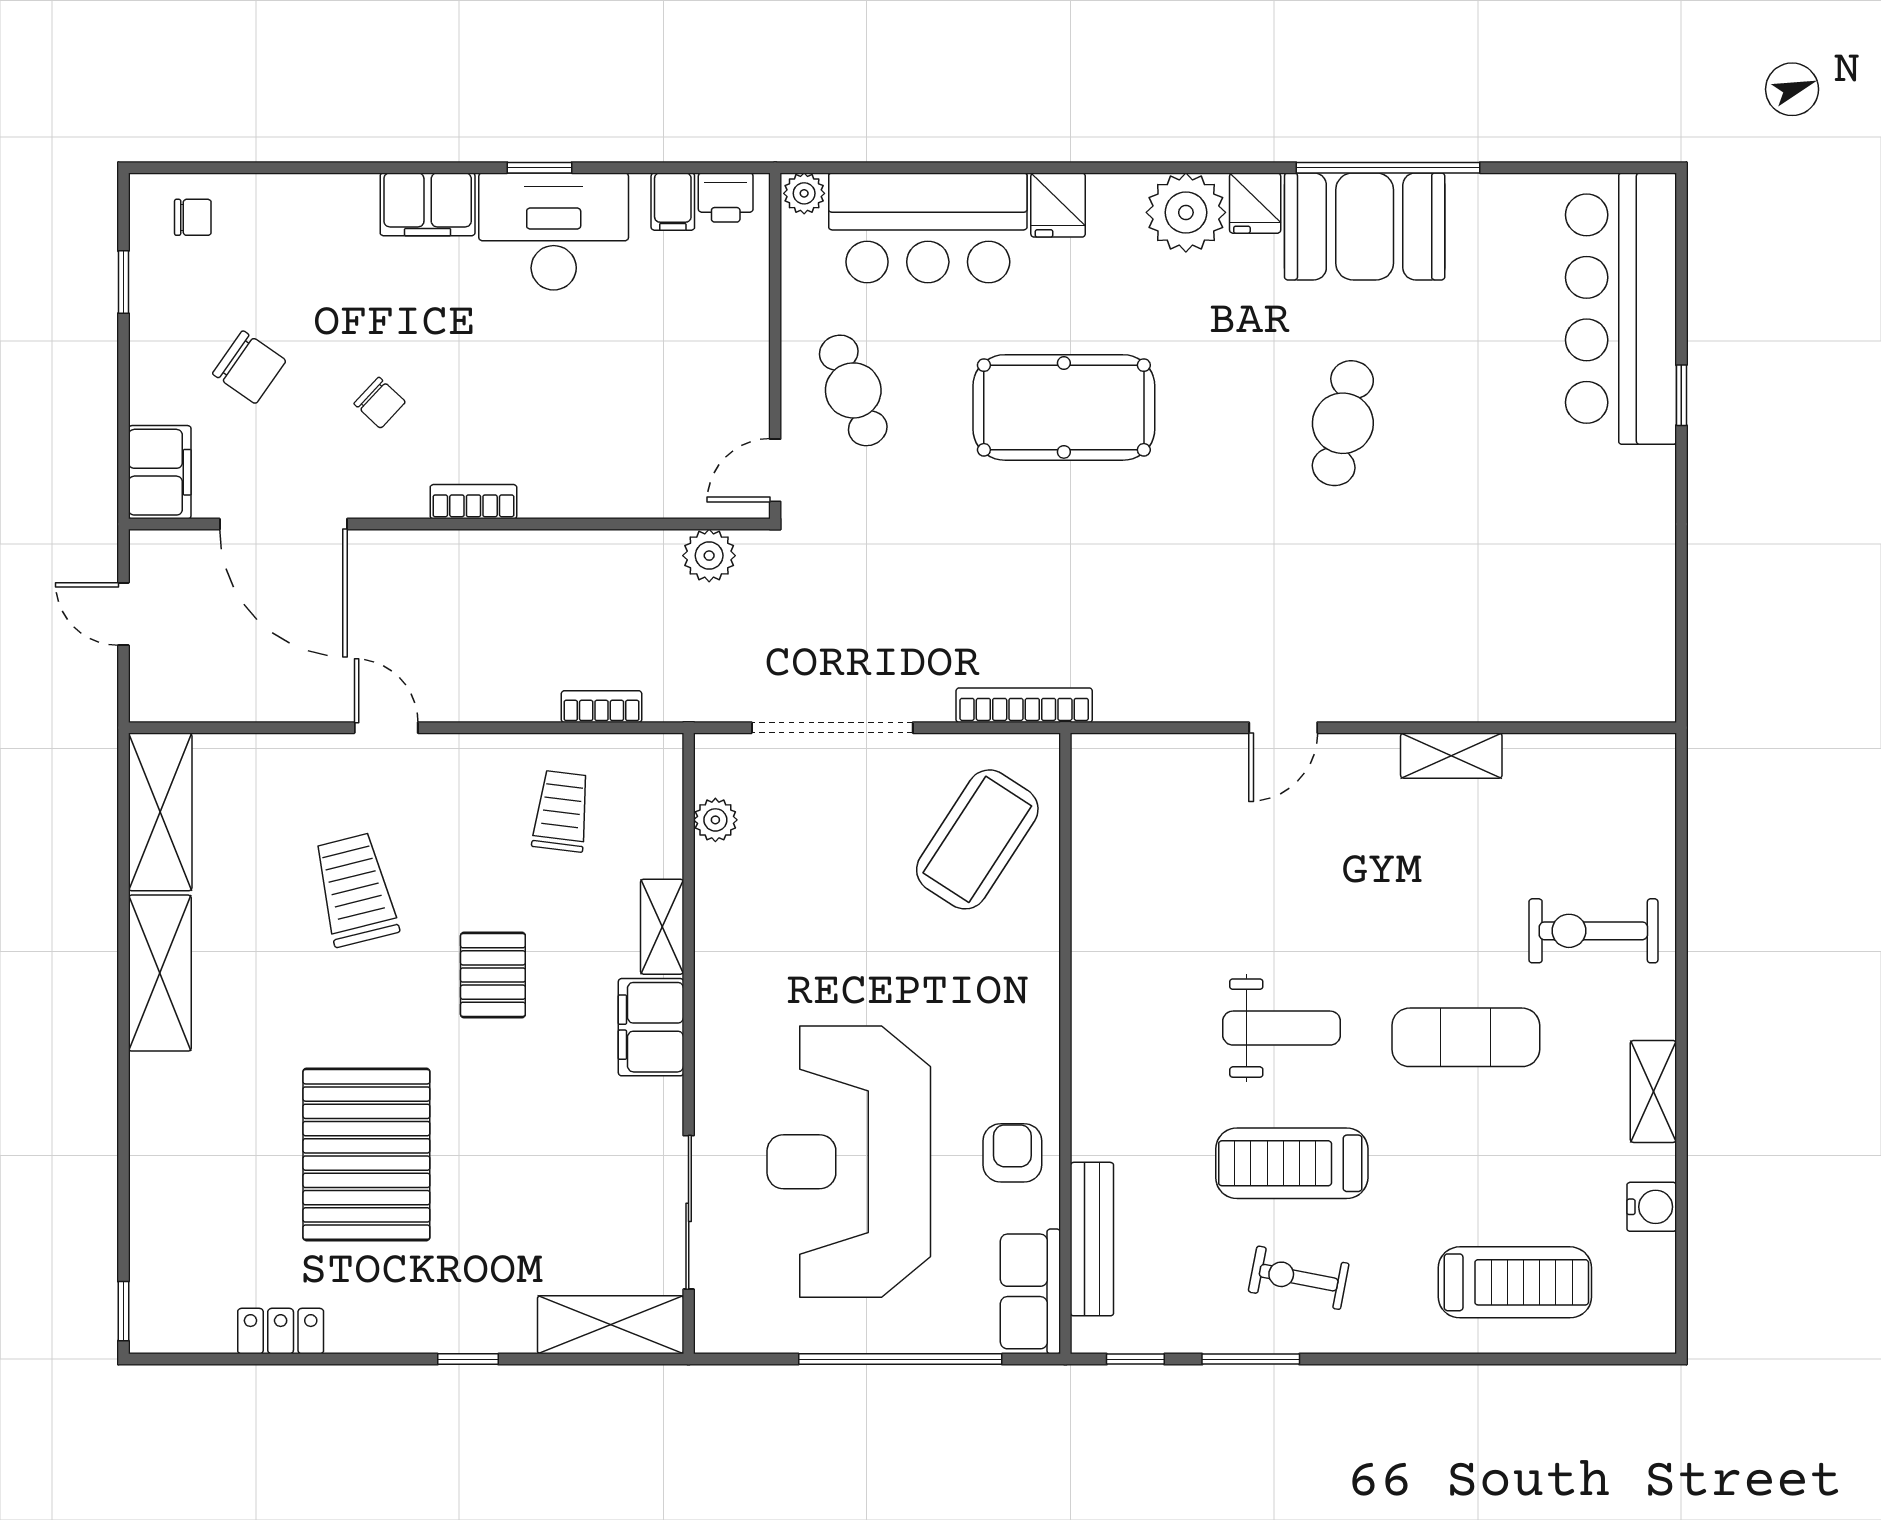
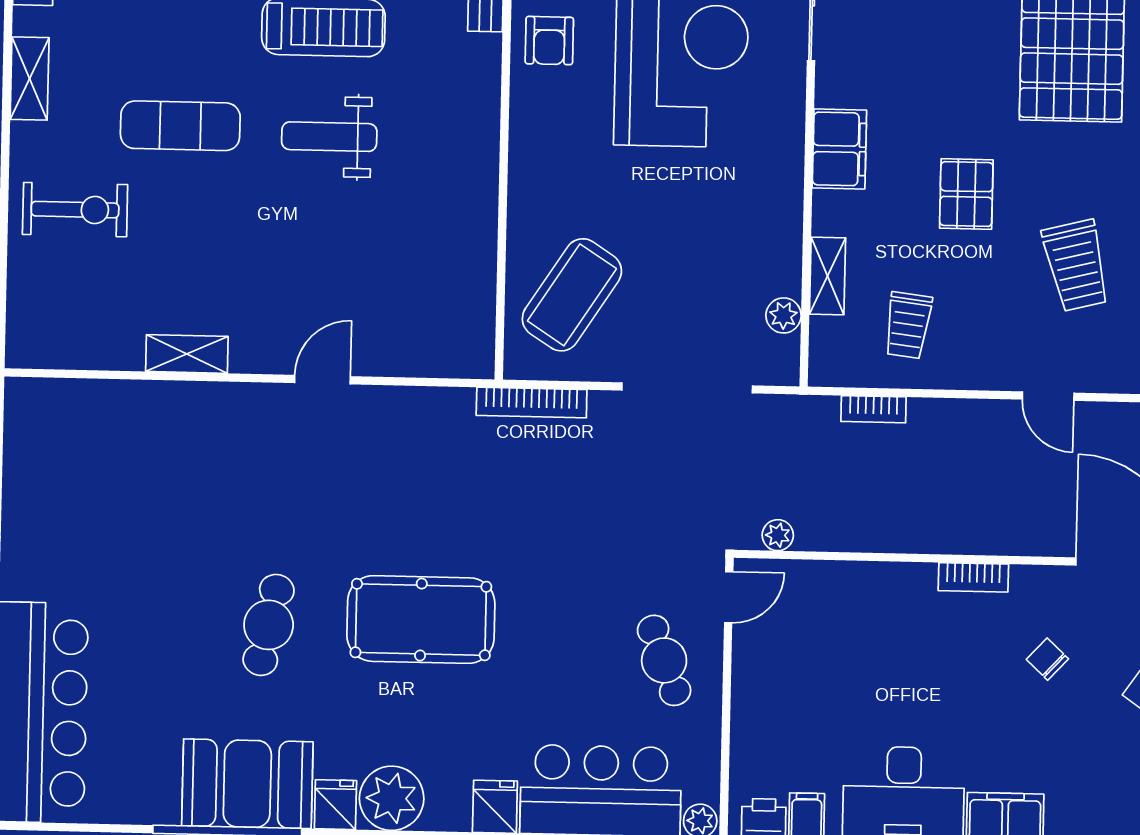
pool table: (1064, 407) -> (421, 620), moved
plant: (709, 556) -> (778, 535), width x0.73, depth x0.73
shelving: (662, 927) -> (828, 276), moved

